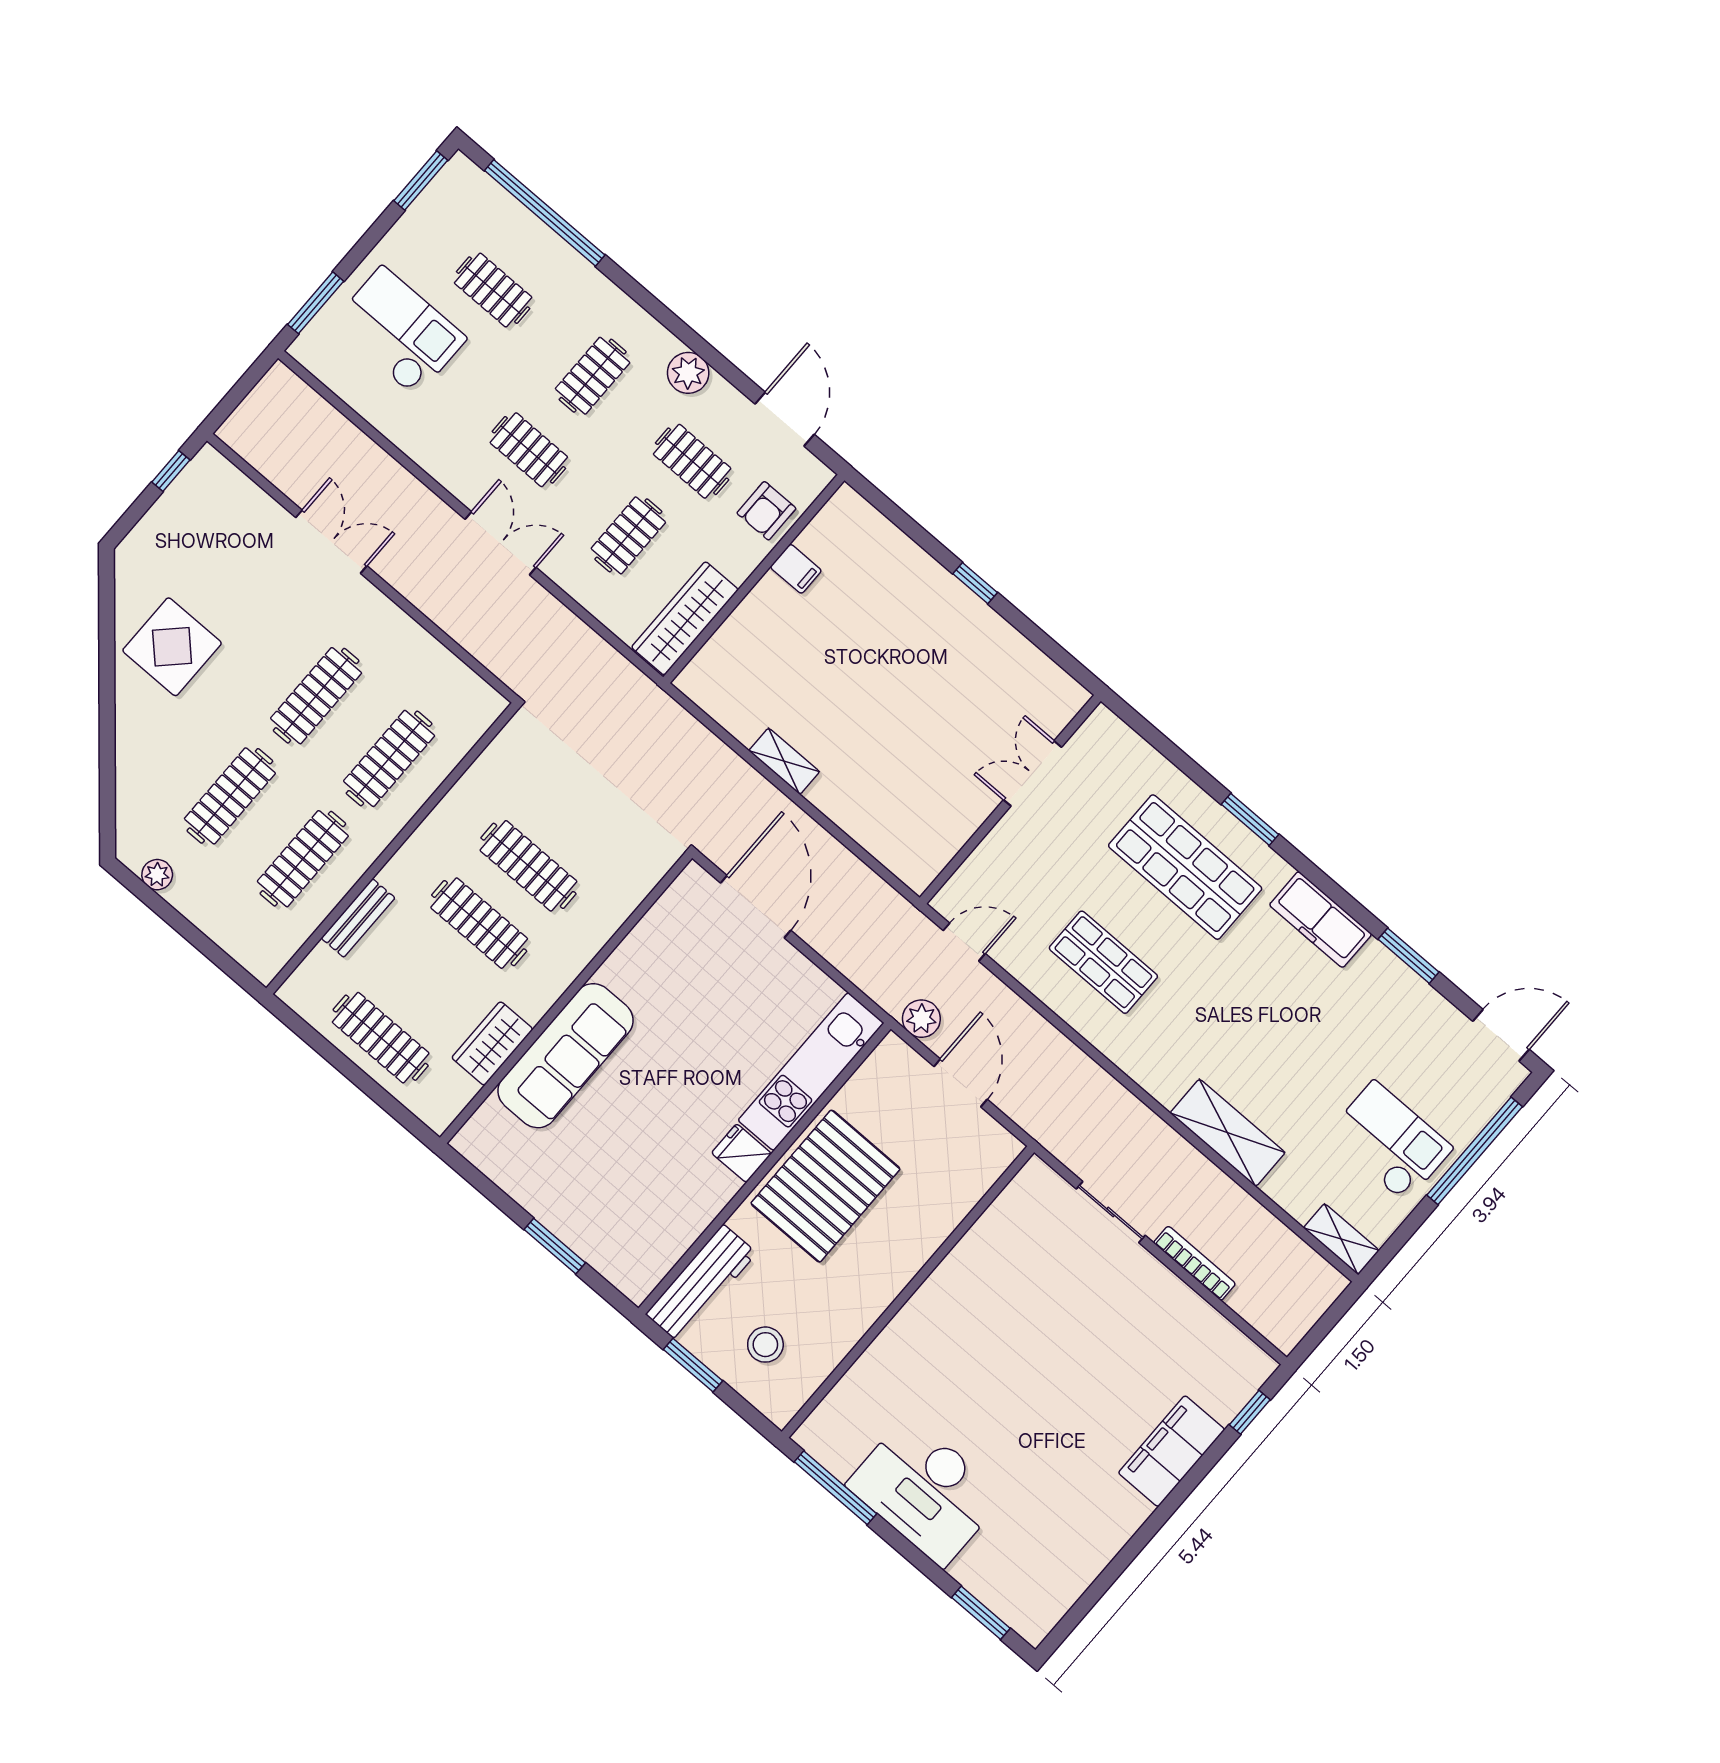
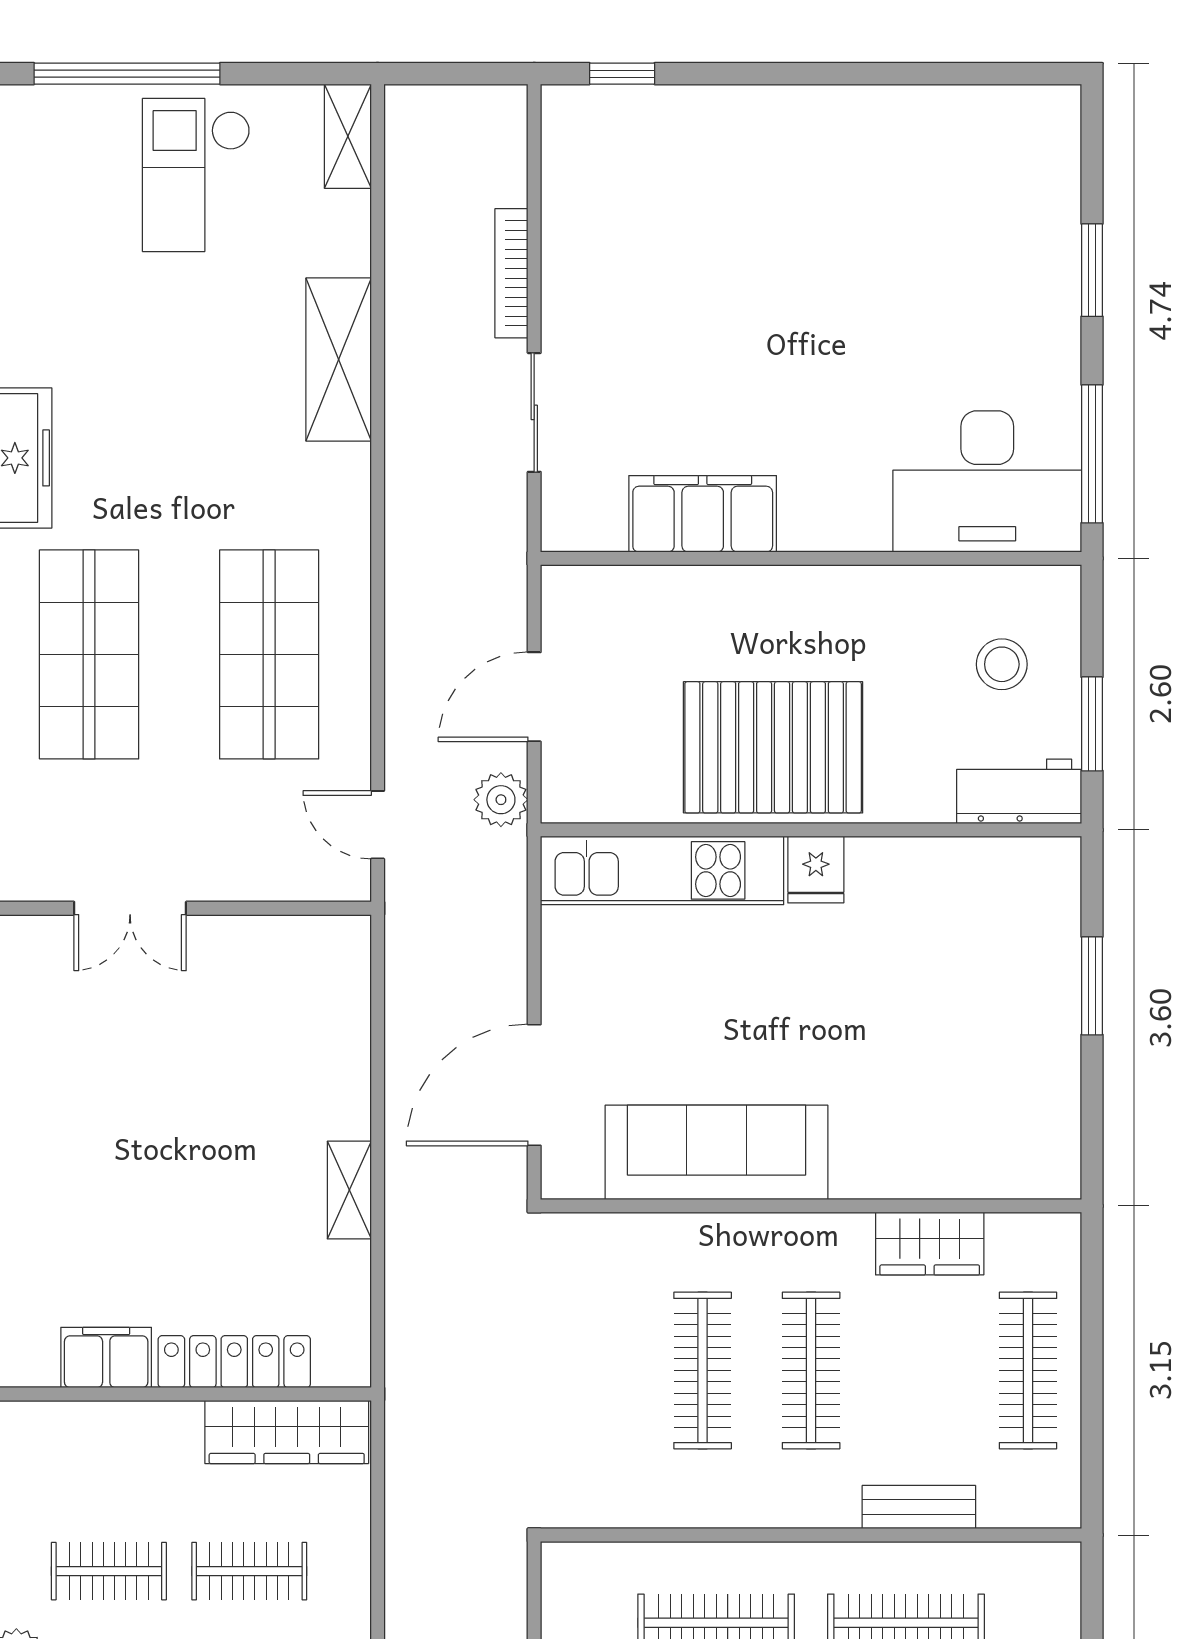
clothes rail: (692, 461) -> (109, 1571), turned 90
armchair: (766, 511) -> (93, 1444), removed
filing cabinet: (796, 569) -> (106, 1358), width x2.00
locker: (746, 623) -> (234, 1362), added
shop shelf: (1103, 962) -> (269, 654), width x1.43, depth x1.36
sofa: (566, 1056) -> (716, 1152), moved
workbench: (701, 1284) -> (1019, 791), width x0.73
filing cabinet: (1172, 1451) -> (703, 514), moved, turned 180
desk: (925, 1491) -> (987, 481), moved, turned 90
window: (981, 1613) -> (1092, 270), moved

